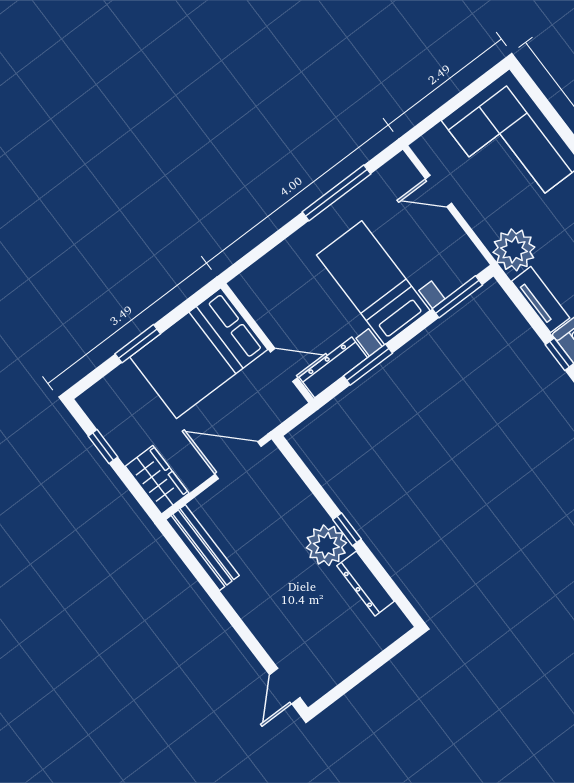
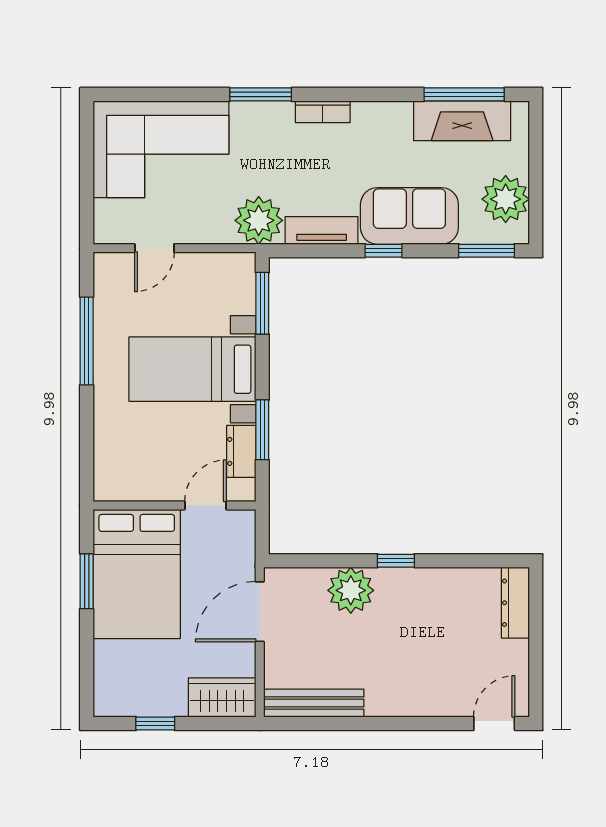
window: (138, 344) -> (87, 581), moved
dresser: (333, 367) -> (241, 451), width x0.70
plant: (326, 545) -> (351, 590), moved
dresser: (366, 584) -> (515, 603), moved, turned 90
door: (285, 686) -> (494, 724), swing flipped

